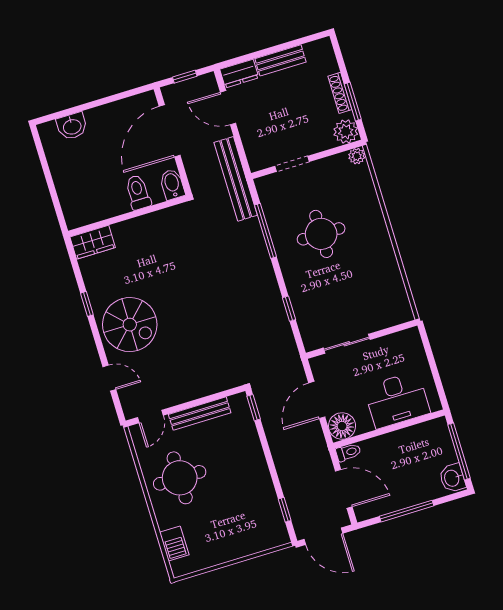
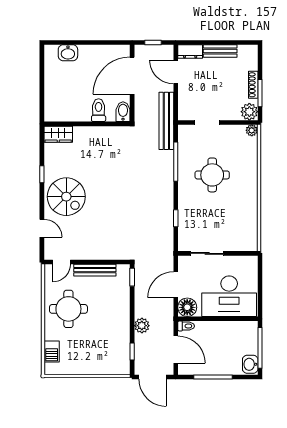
desk: (397, 400) -> (229, 296), width x1.36, depth x1.30
plant: (287, 470) -> (142, 326), added

